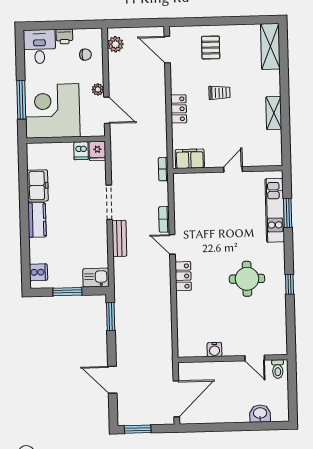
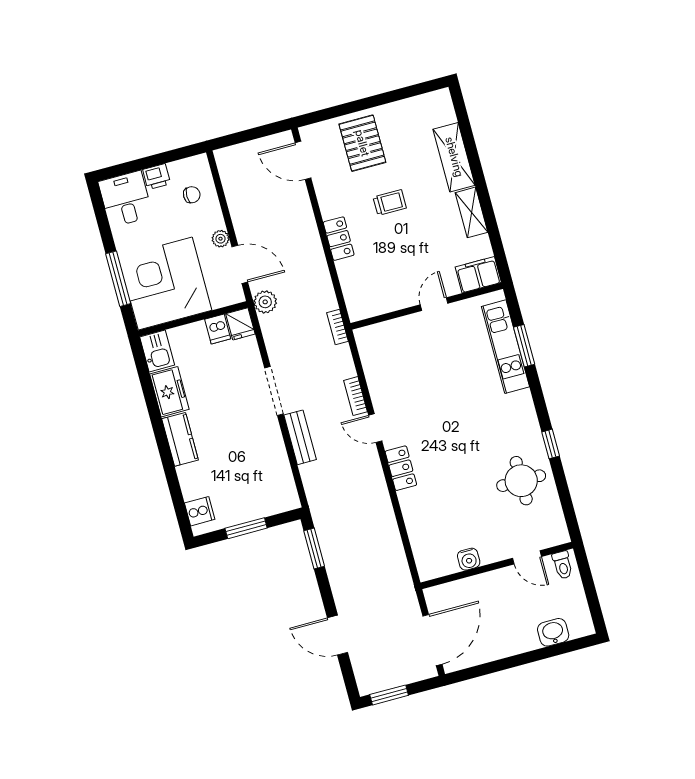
plant: (115, 44) -> (265, 302), moved
shelving: (270, 46) -> (454, 157), moved
pallet: (211, 48) -> (362, 143), width x1.50, depth x1.42
filing cabinet: (190, 159) -> (478, 275), moved
kitchen sink: (96, 278) -> (157, 351), moved, turned 90
round table: (247, 279) -> (521, 481), moved

